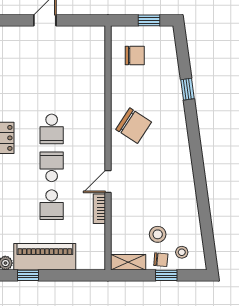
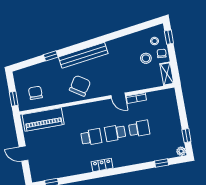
window: (149, 20) -> (14, 99), moved
bench: (179, 139) -> (83, 55), added
piano: (45, 257) -> (43, 119), moved, turned -90
window: (166, 275) -> (169, 37), moved

